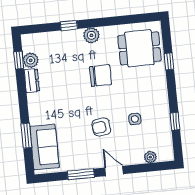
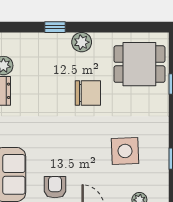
side table: (135, 119) -> (125, 151), width x1.87, depth x1.87
armchair: (101, 127) -> (55, 187), moved, turned 97

